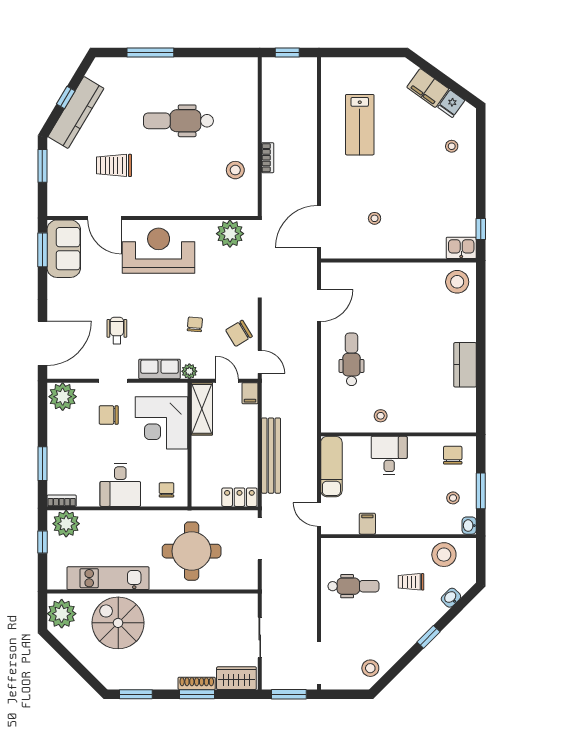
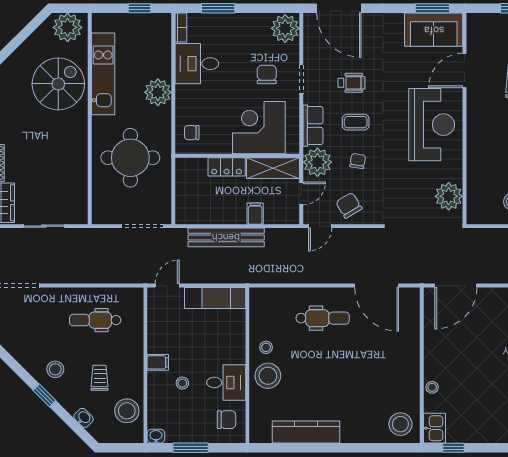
stool: (375, 218) -> (432, 387), moved
door: (319, 226) -> (456, 286), swing flipped
door: (319, 306) -> (377, 286), width x1.36
chair: (195, 324) -> (358, 161), turned -85
coffee table: (156, 326) -> (356, 122), added
kitchen counter: (465, 365) -> (306, 432), width x1.50
plant: (189, 371) -> (317, 162), width x1.88, depth x1.88
filing cabinet: (250, 393) -> (255, 214), moved, turned 90
stool: (409, 414) -> (268, 376), added
desk: (389, 456) -> (226, 382), moved
desk: (120, 485) -> (197, 64), moved
chair: (166, 490) -> (192, 133), turned 180
locker: (239, 497) -> (227, 167), moved, turned 90
stool: (453, 498) -> (182, 383), moved
plant: (66, 524) -> (158, 92), moved
filing cabinet: (367, 524) -> (158, 362), moved
dental chair: (353, 586) -> (95, 320), turned 90
stool: (370, 668) -> (55, 369), moved

